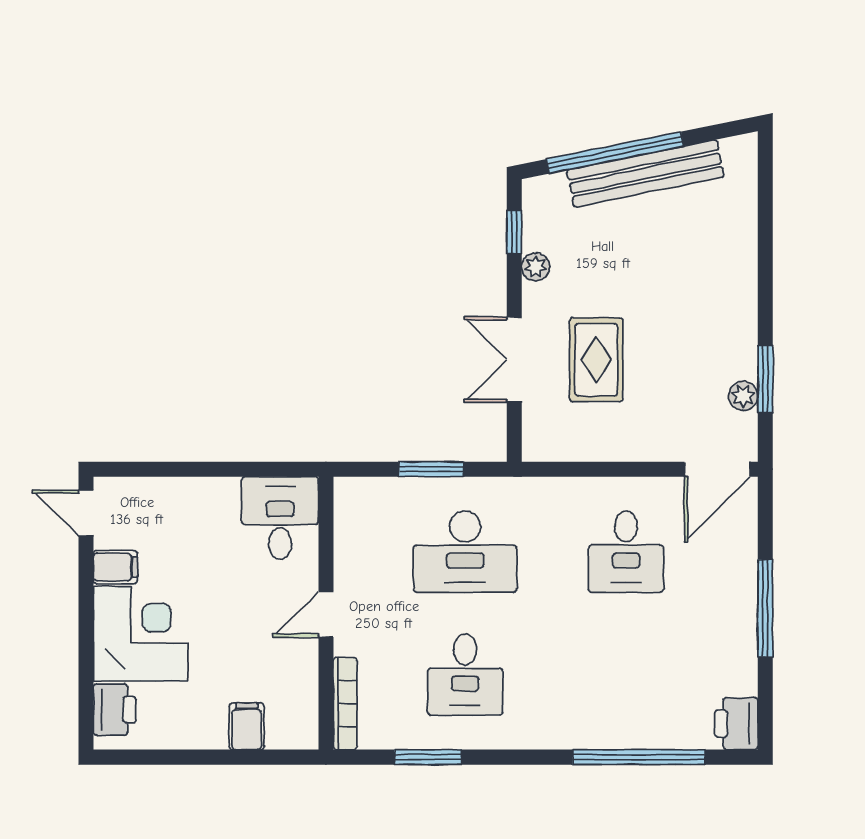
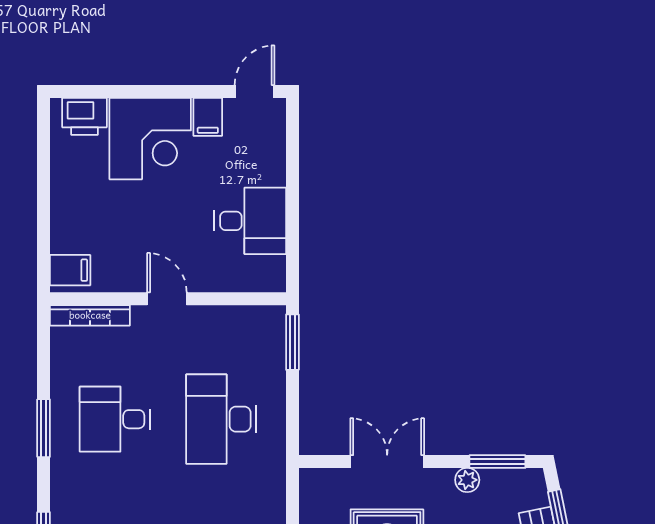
window: (514, 232) -> (497, 462), width x1.50
window: (431, 469) -> (292, 342), moved
desk: (280, 518) -> (250, 221), moved
filing cabinet: (247, 726) -> (70, 270), moved
window: (428, 757) -> (44, 428), moved

